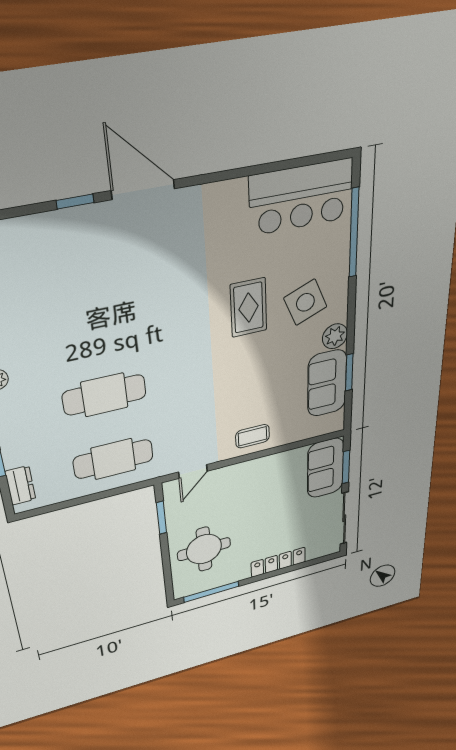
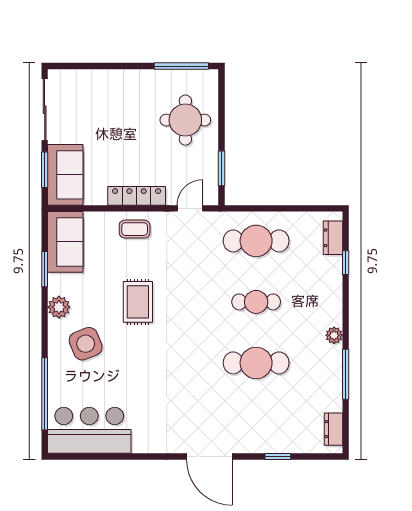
window: (75, 202) -> (278, 456), moved
rug: (249, 308) -> (138, 302), moved
cafe table: (95, 324) -> (256, 363), added
sofa: (327, 383) -> (65, 242), moved
cafe table: (104, 395) -> (256, 302), width x0.73, depth x0.74
locker: (278, 562) -> (137, 196), moved, turned 180

